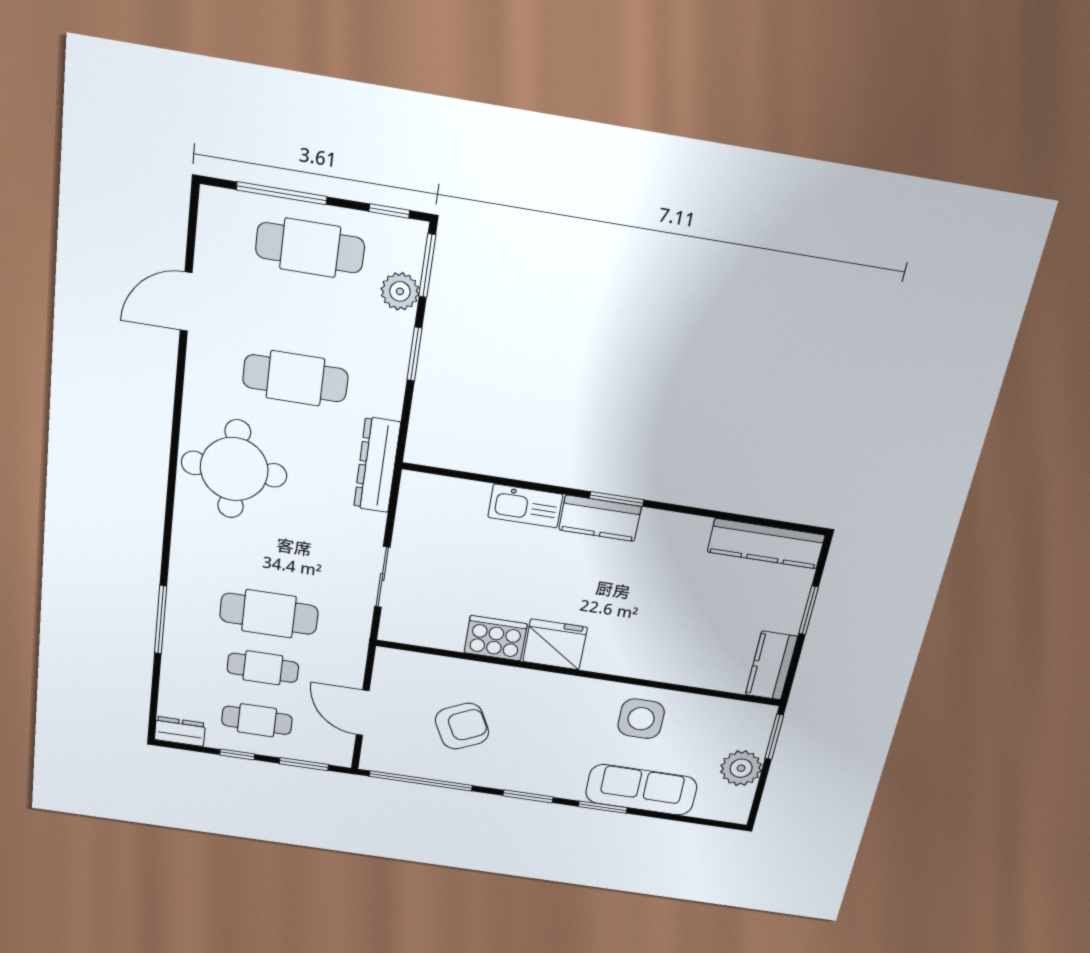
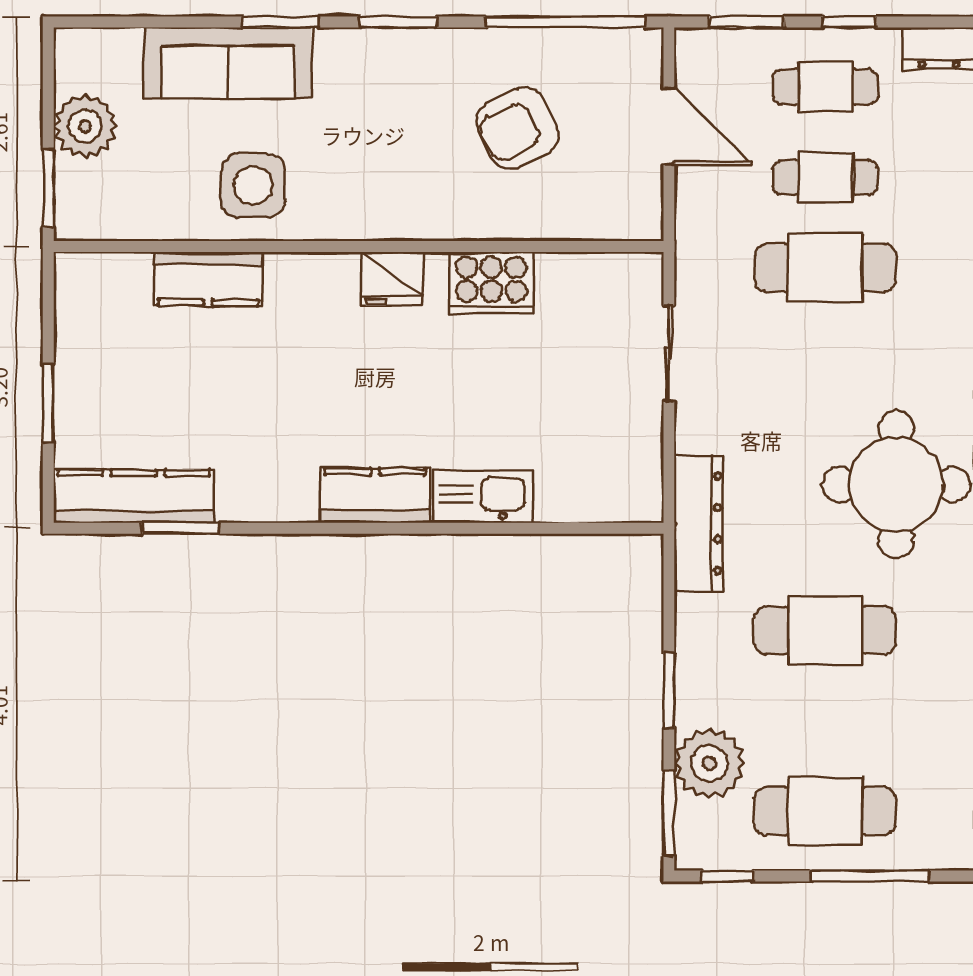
plant: (400, 291) -> (709, 763), width x1.36, depth x1.36
window: (617, 499) -> (181, 528), moved
fridge: (555, 644) -> (392, 279), width x0.73, depth x0.75
kitchen counter: (771, 666) -> (208, 279), moved, turned 90

